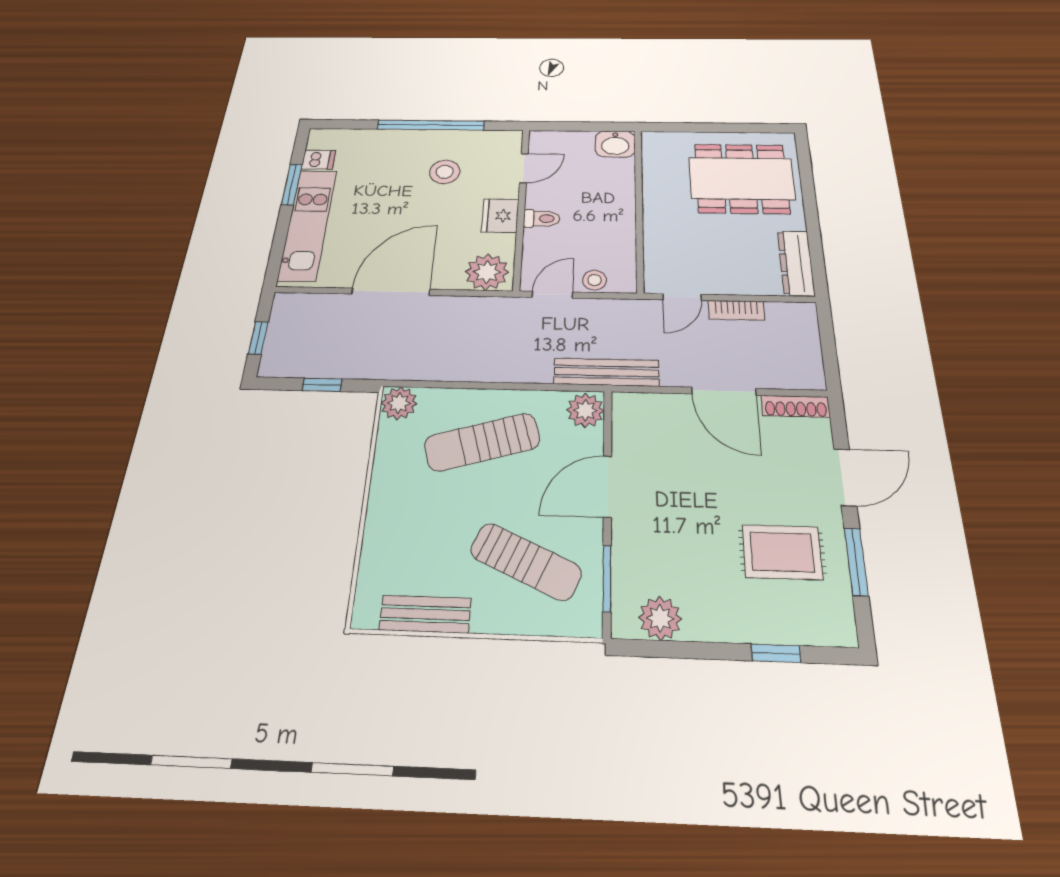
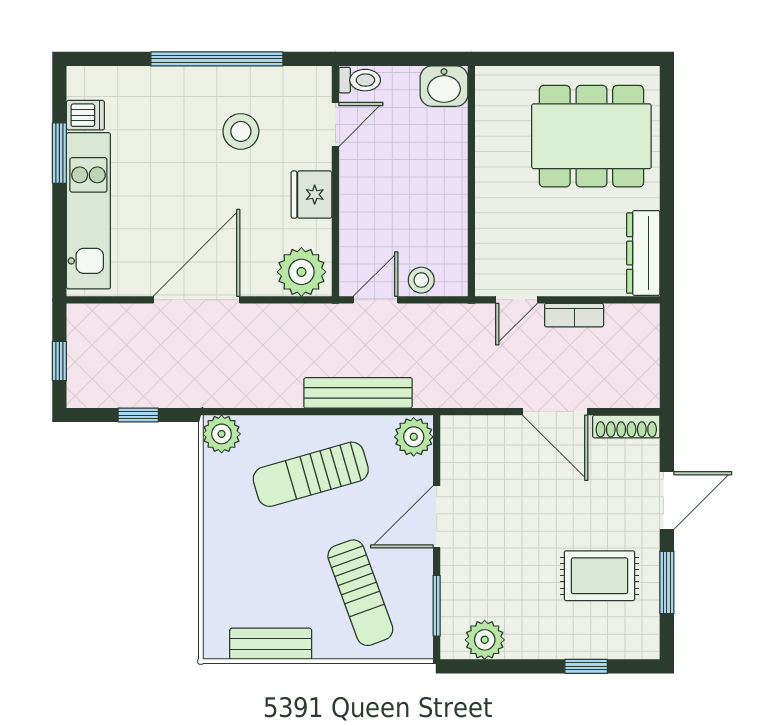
toilet: (542, 219) -> (360, 80), moved
bench: (606, 372) -> (358, 393), moved
sun lounger: (526, 562) -> (360, 593), turned 46

